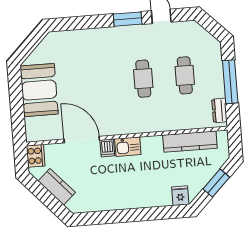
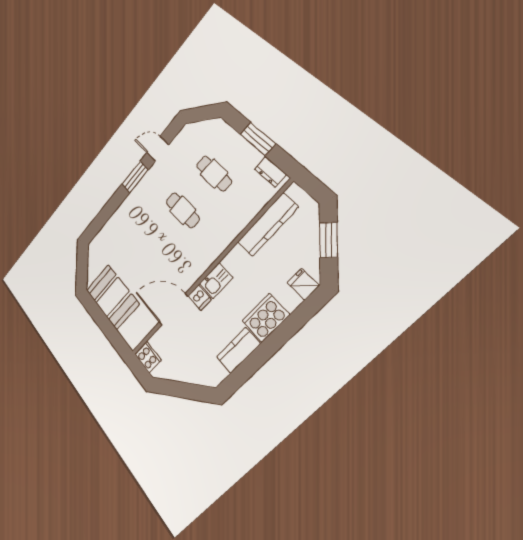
window: (230, 82) -> (258, 139), width x0.69
kitchen counter: (57, 187) -> (238, 350), moved, turned -48
cooker: (141, 197) -> (266, 318), added

